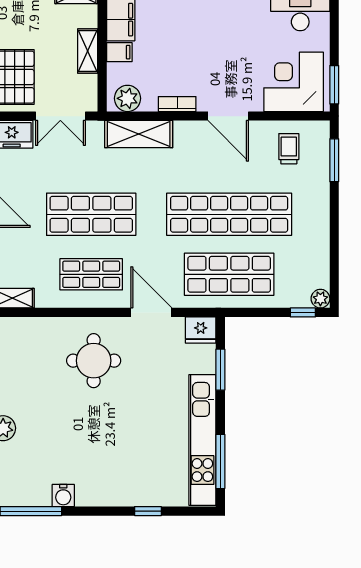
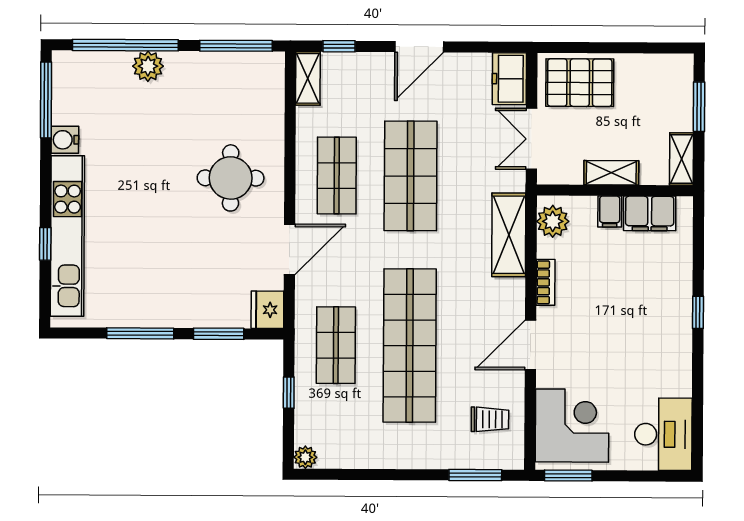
shop shelf: (229, 274) -> (336, 345), width x0.70, depth x0.74
window: (303, 312) -> (289, 393), moved
kitchen unit: (202, 440) -> (67, 236), moved, turned 90
window: (220, 461) -> (140, 333), moved

